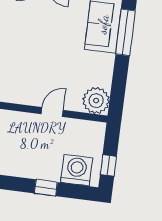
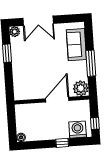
window: (125, 32) -> (91, 63), moved
door: (52, 112) -> (57, 100), width x1.87

